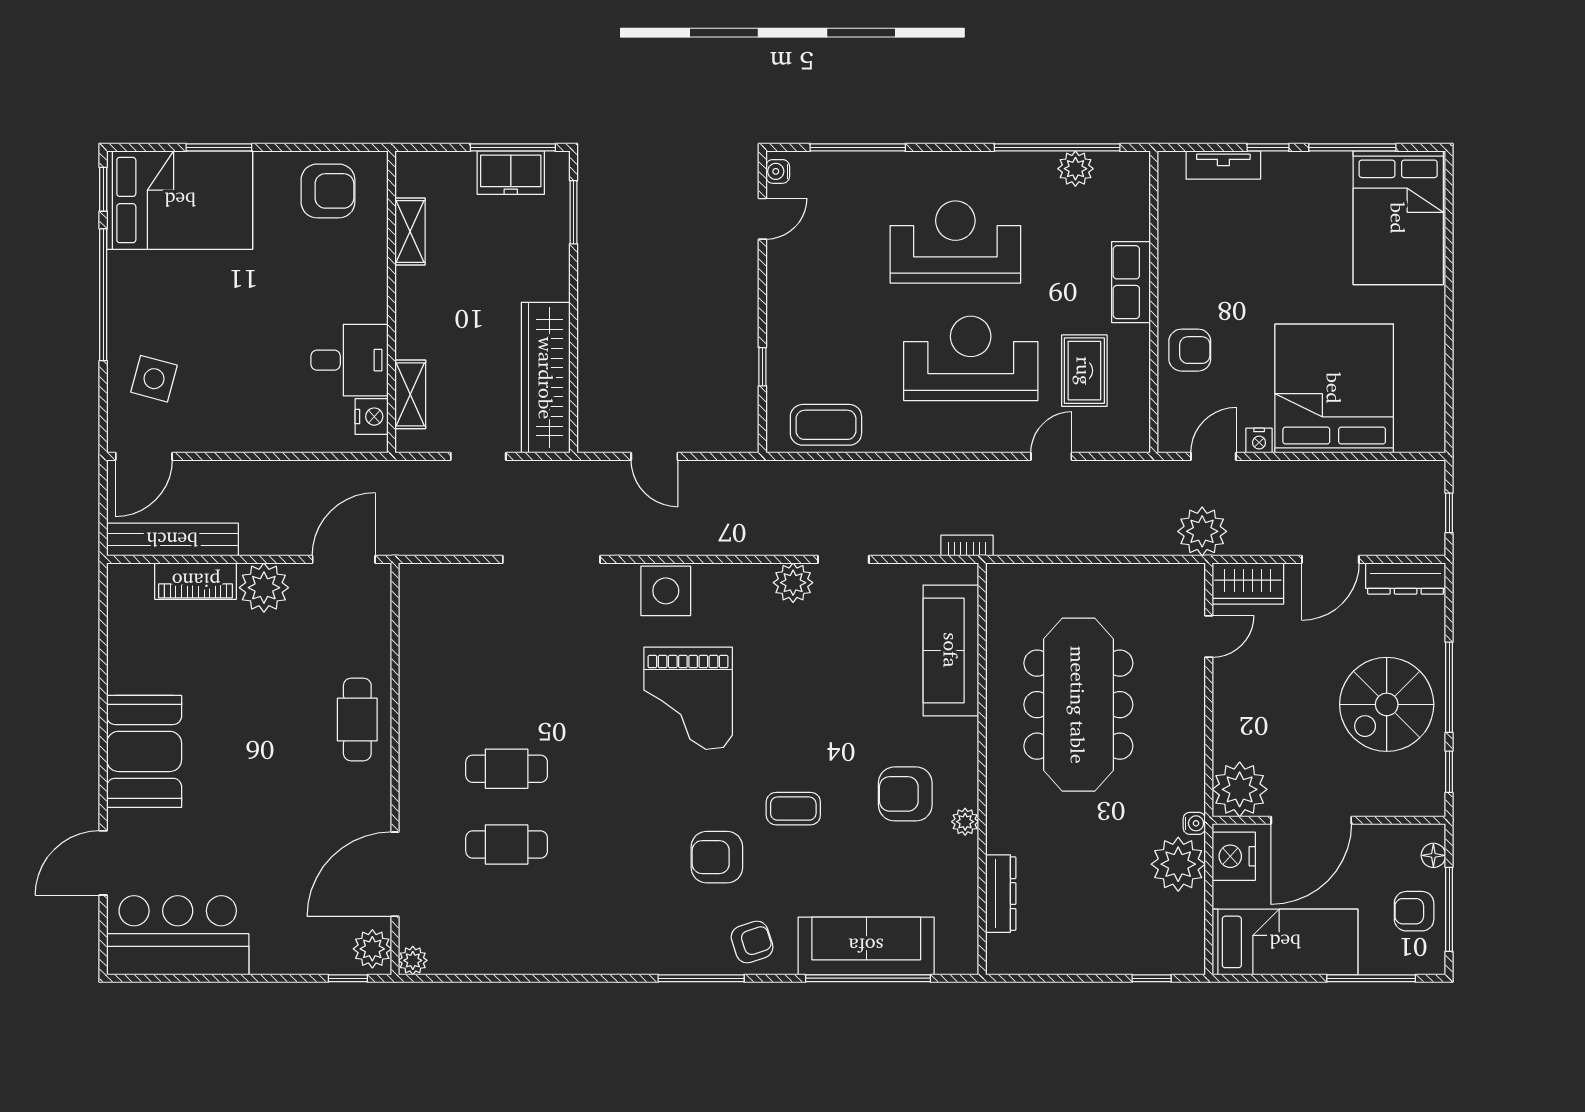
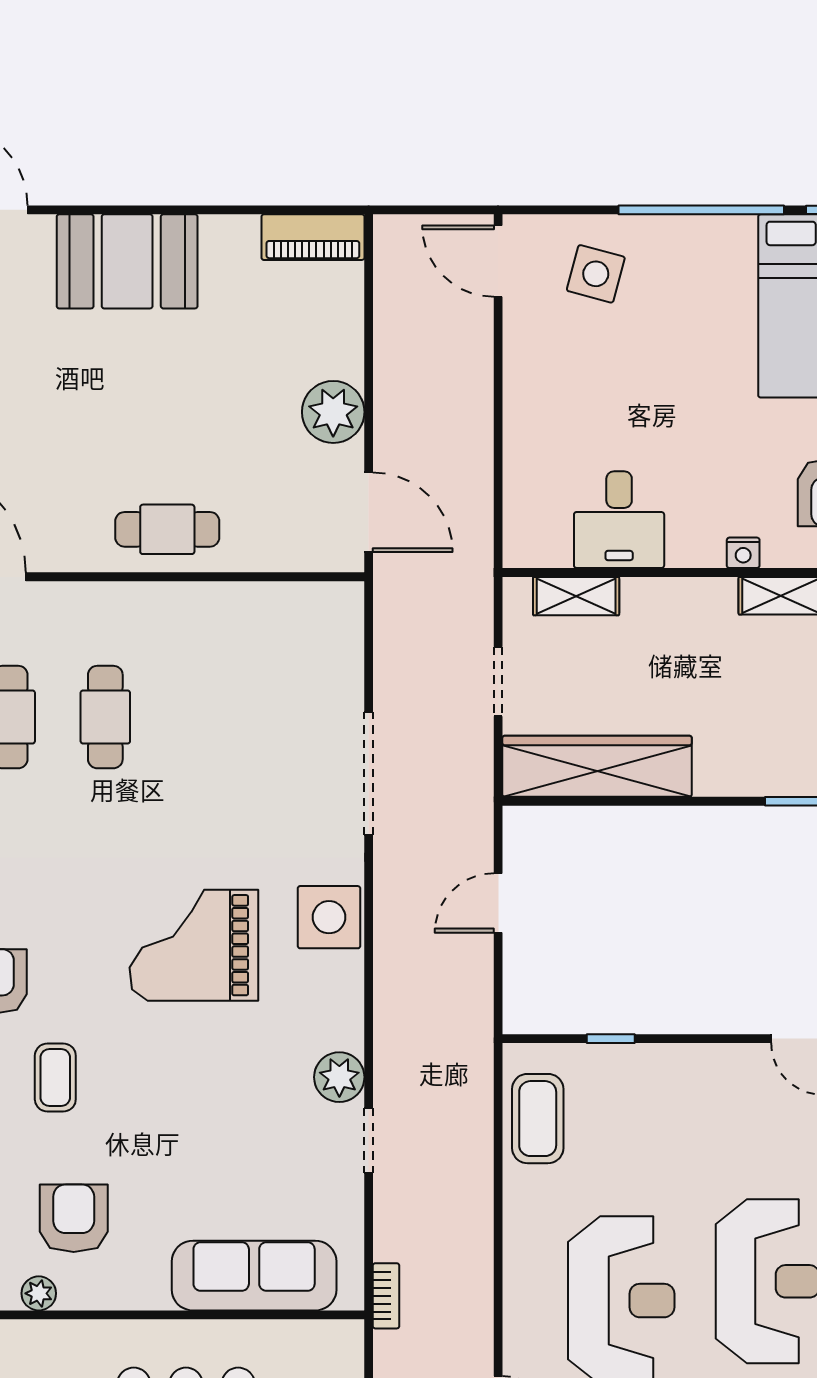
nightstand: (372, 417) -> (743, 553), moved, width x0.72, depth x0.74
bench: (172, 540) -> (394, 297), removed
piano: (196, 581) -> (313, 237), moved, turned -90

